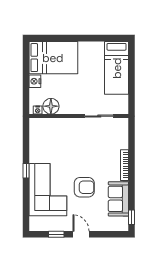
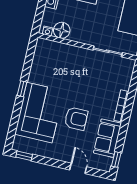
window: (56, 234) -> (24, 156), moved
door: (81, 234) -> (78, 168), moved

